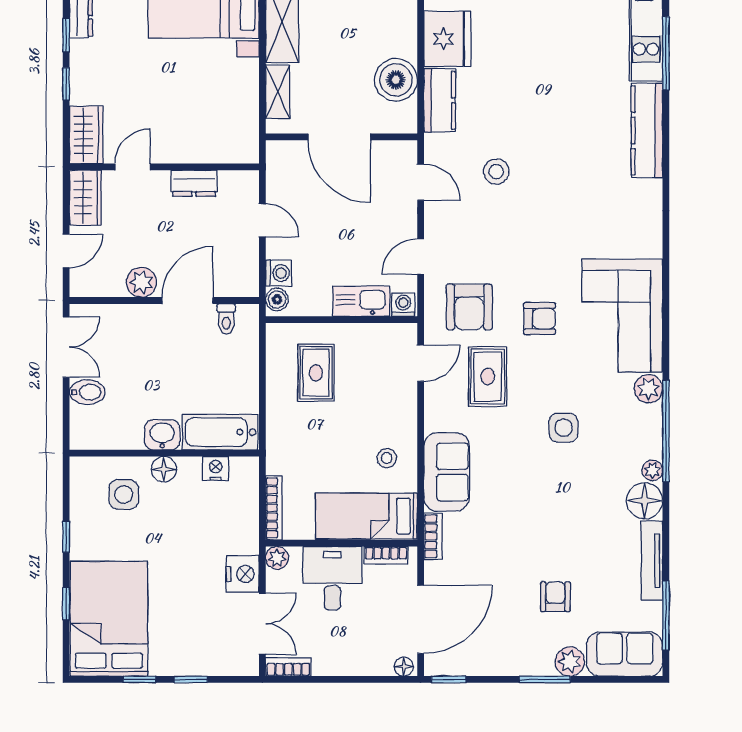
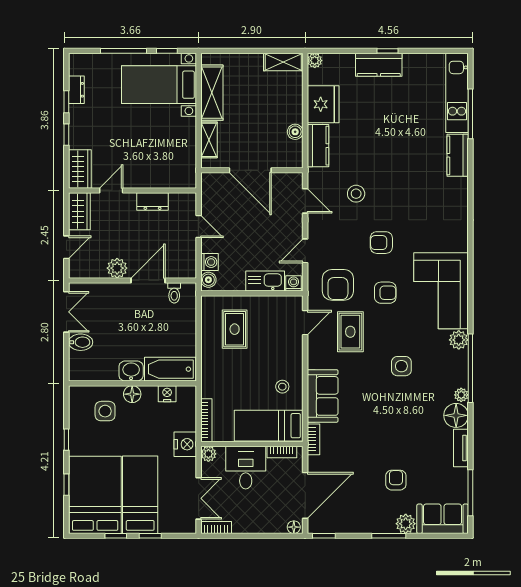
boiler: (396, 80) -> (295, 132), width x0.54, depth x0.54
kitchen counter: (647, 130) -> (458, 155), width x0.67
armchair: (534, 244) -> (381, 243), added
tv unit: (652, 561) -> (461, 448), width x0.71
nightstand: (243, 574) -> (185, 444), moved
bed: (176, 619) -> (140, 495), added

